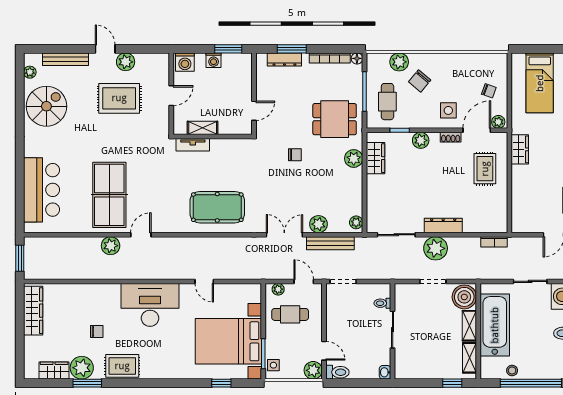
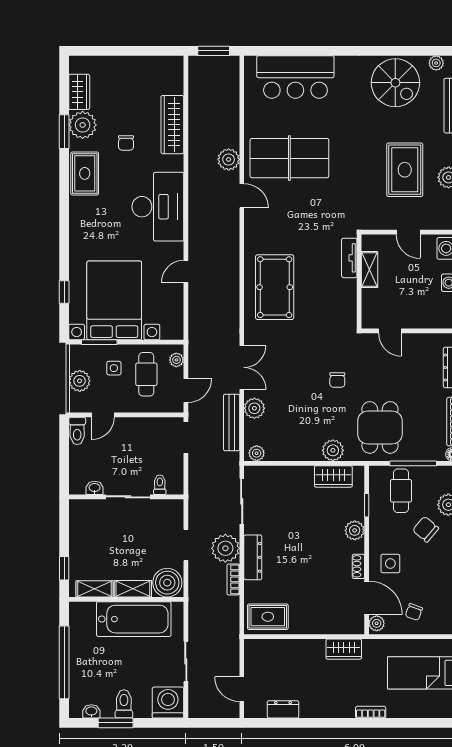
cafe table: (387, 102) -> (401, 491), turned 90
rug: (485, 169) -> (268, 617), moved
bookcase: (494, 242) -> (233, 579), moved
wardrobe: (33, 311) -> (172, 125), moved, turned 90
side table: (273, 365) -> (114, 368), moved
plant: (313, 370) -> (80, 381), moved
stool: (512, 370) -> (79, 640), removed
washbasin: (385, 372) -> (95, 488), moved

